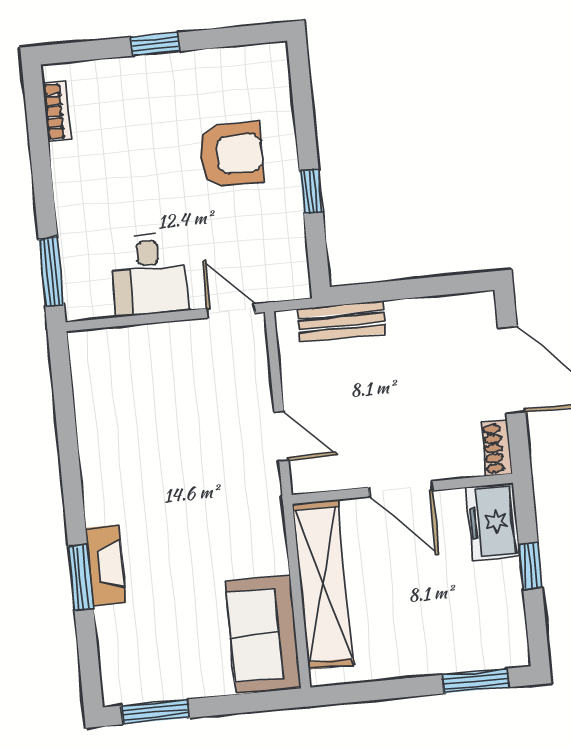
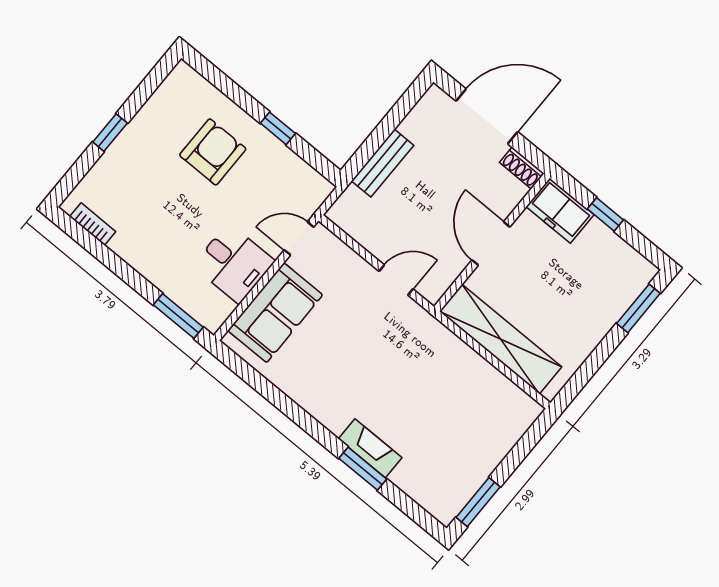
bench: (341, 321) -> (383, 163), moved
door: (400, 489) -> (491, 243), swing flipped
sofa: (263, 634) -> (275, 313), moved, turned -90

